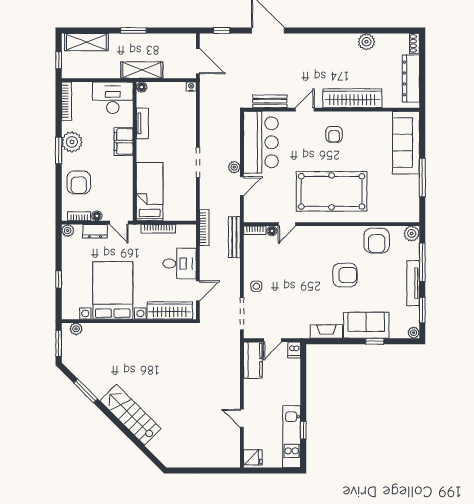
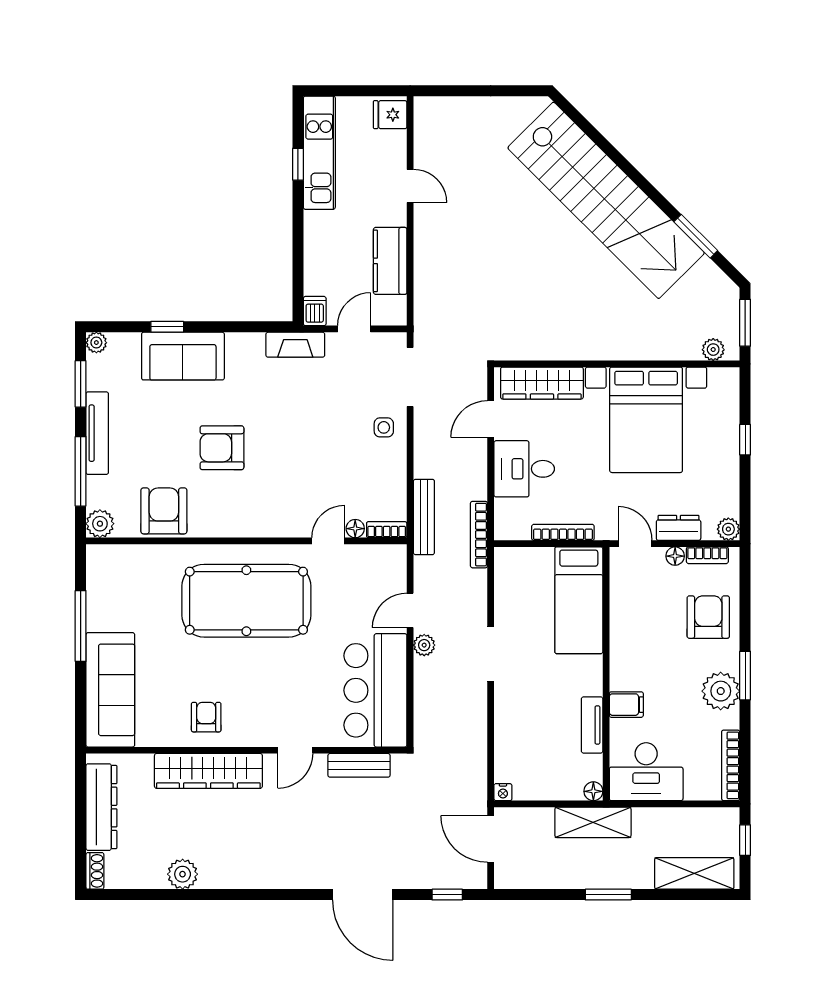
armchair: (334, 134) -> (206, 717), moved
filing cabinet: (124, 142) -> (626, 705), width x0.50
fireplace: (326, 331) -> (295, 345), moved
kitchen counter: (253, 360) -> (390, 261), moved
stairs: (130, 415) -> (606, 200), width x1.86, depth x1.51

